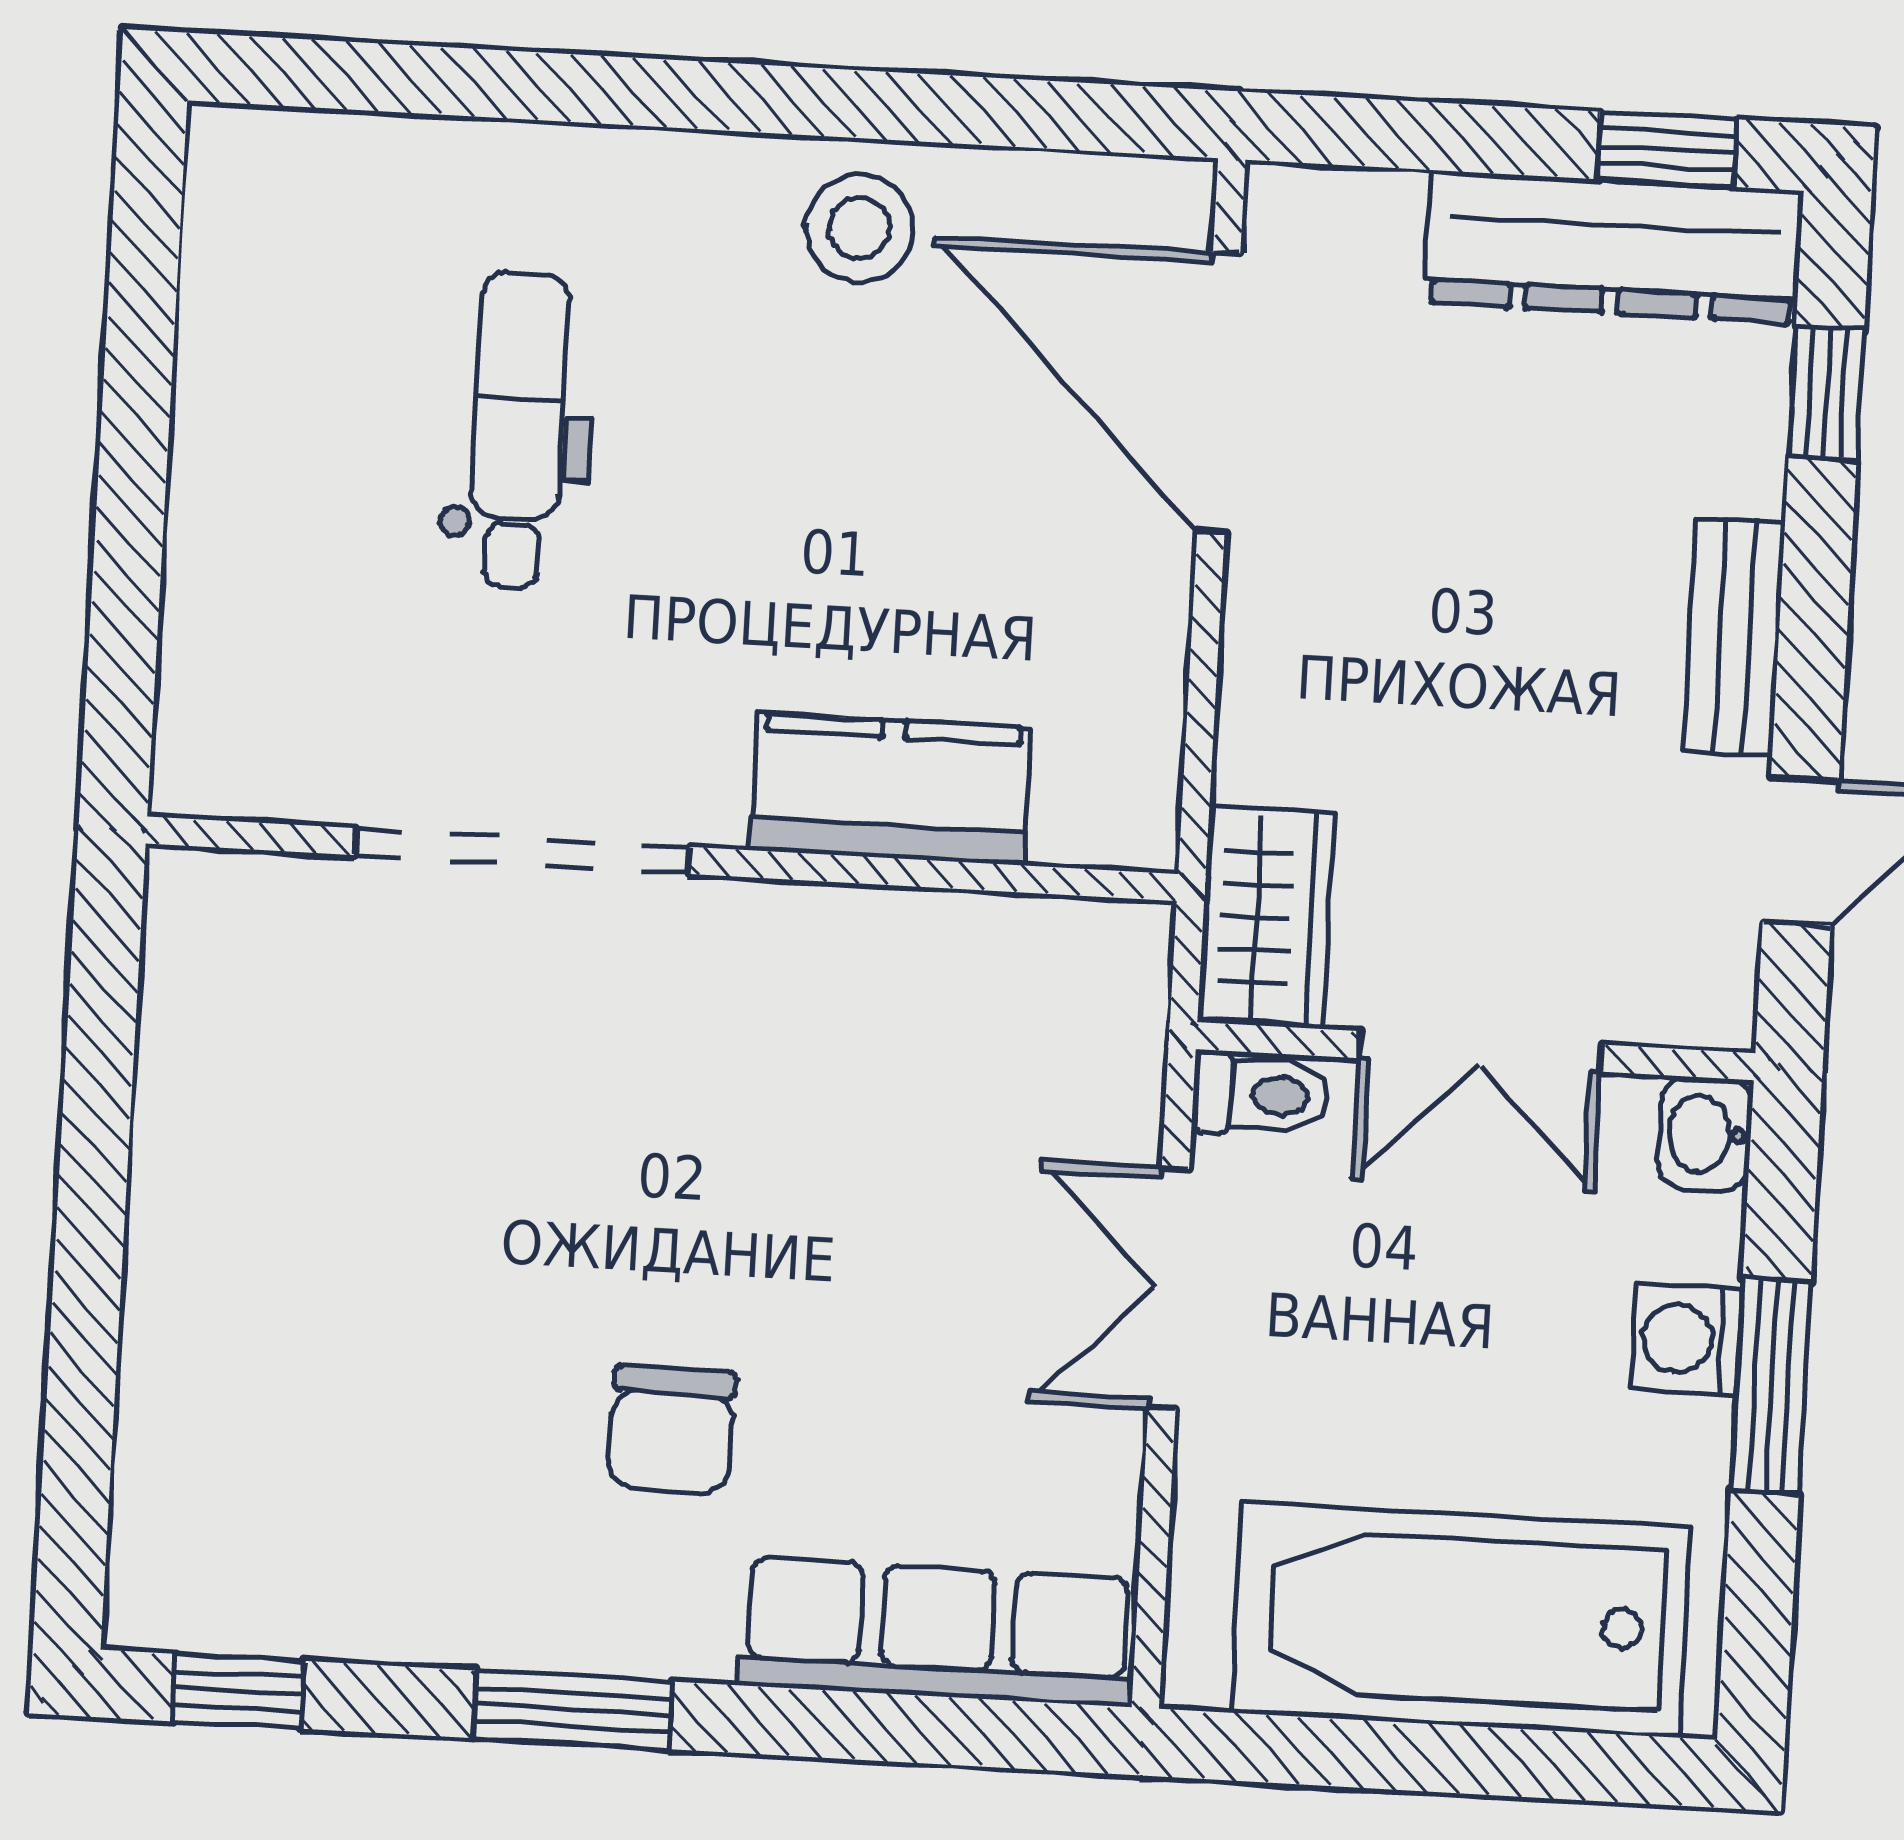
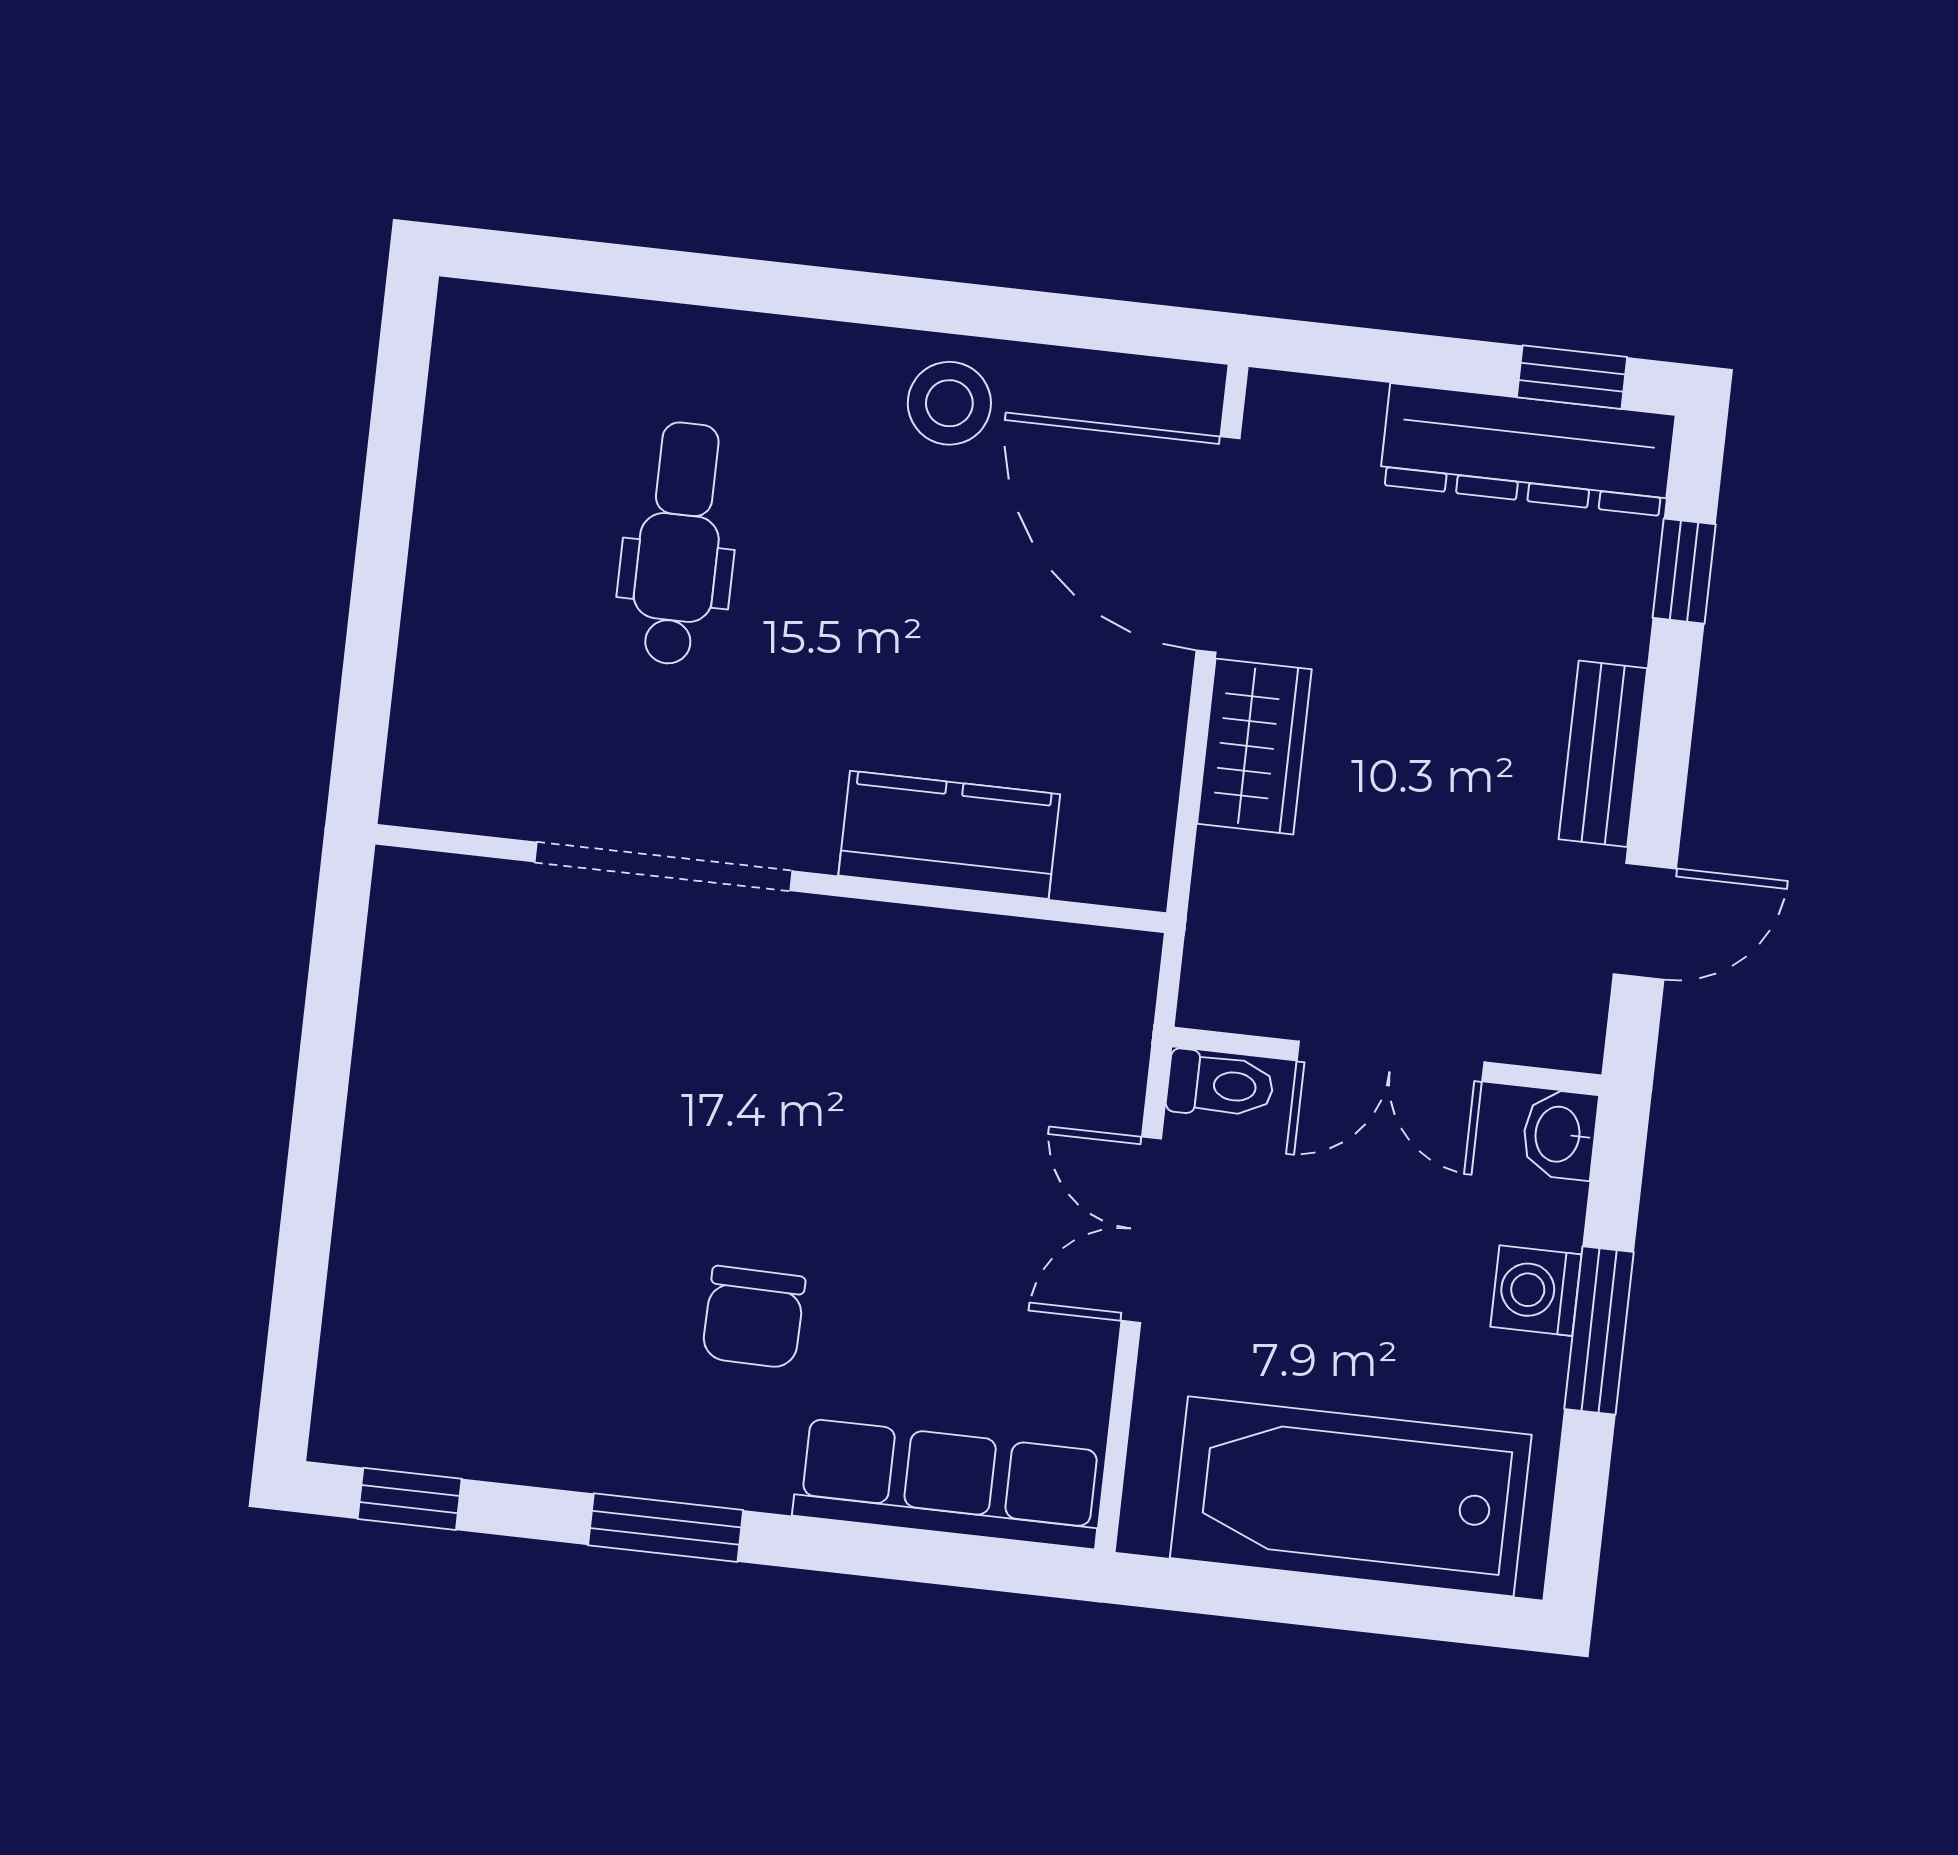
wardrobe: (1266, 917) -> (1254, 747), moved

